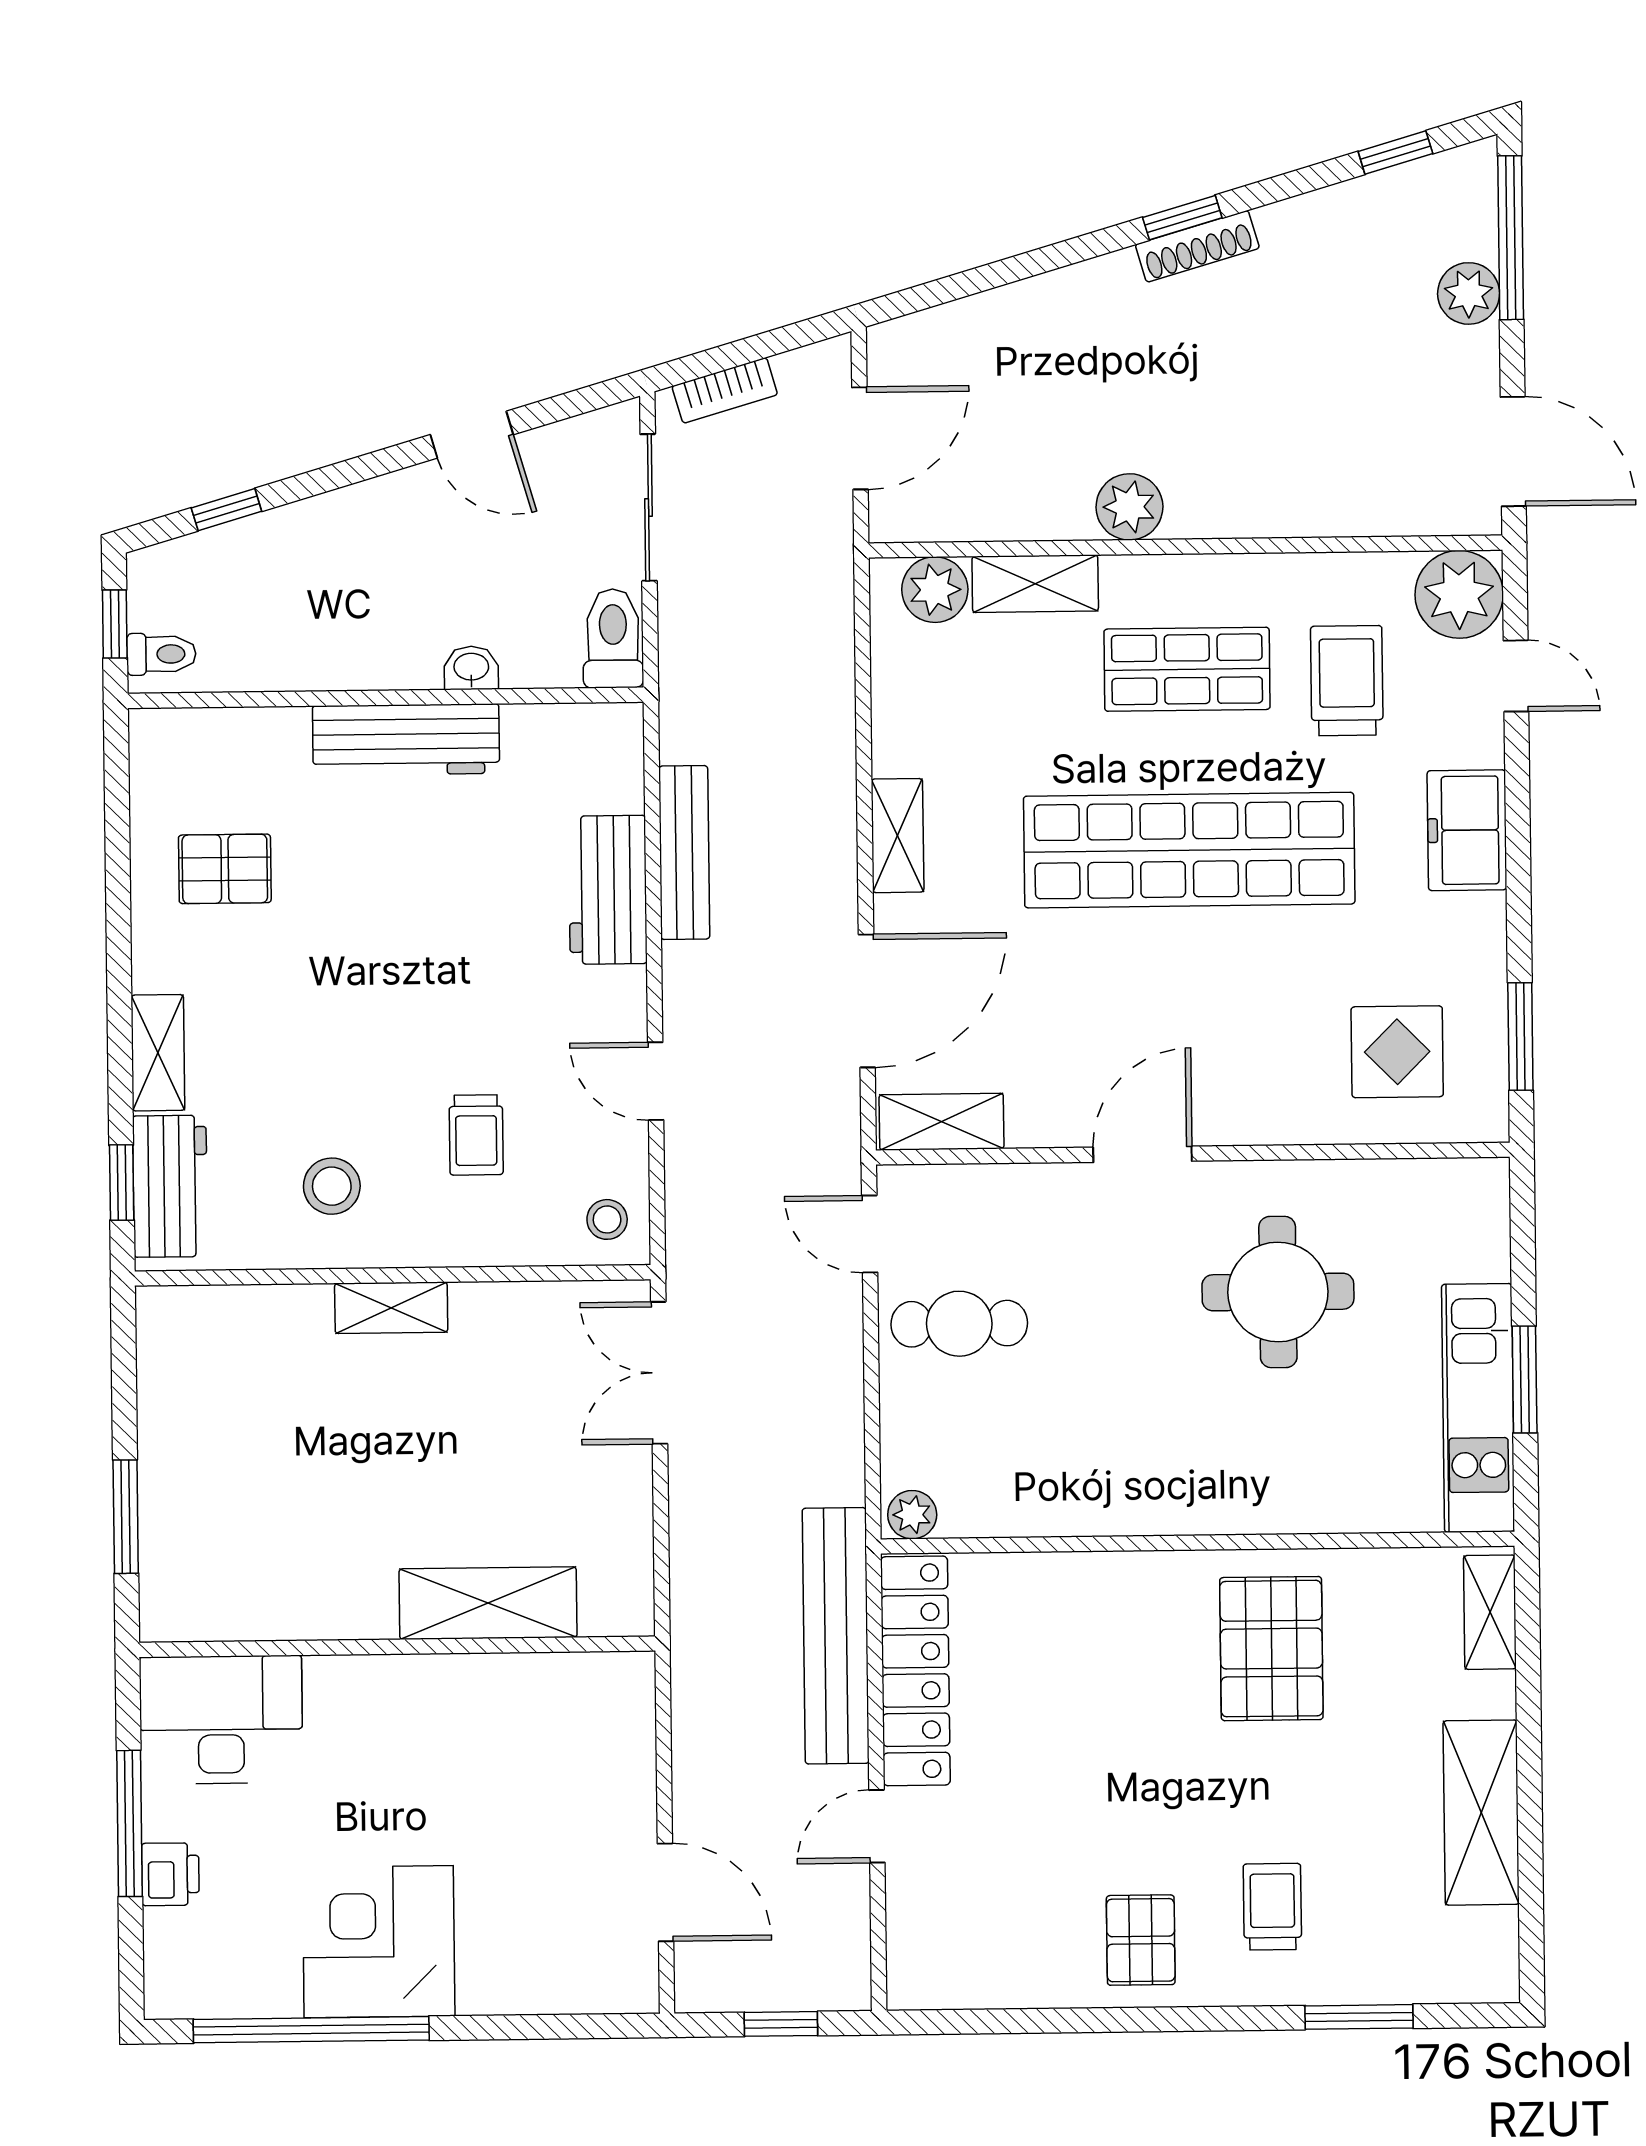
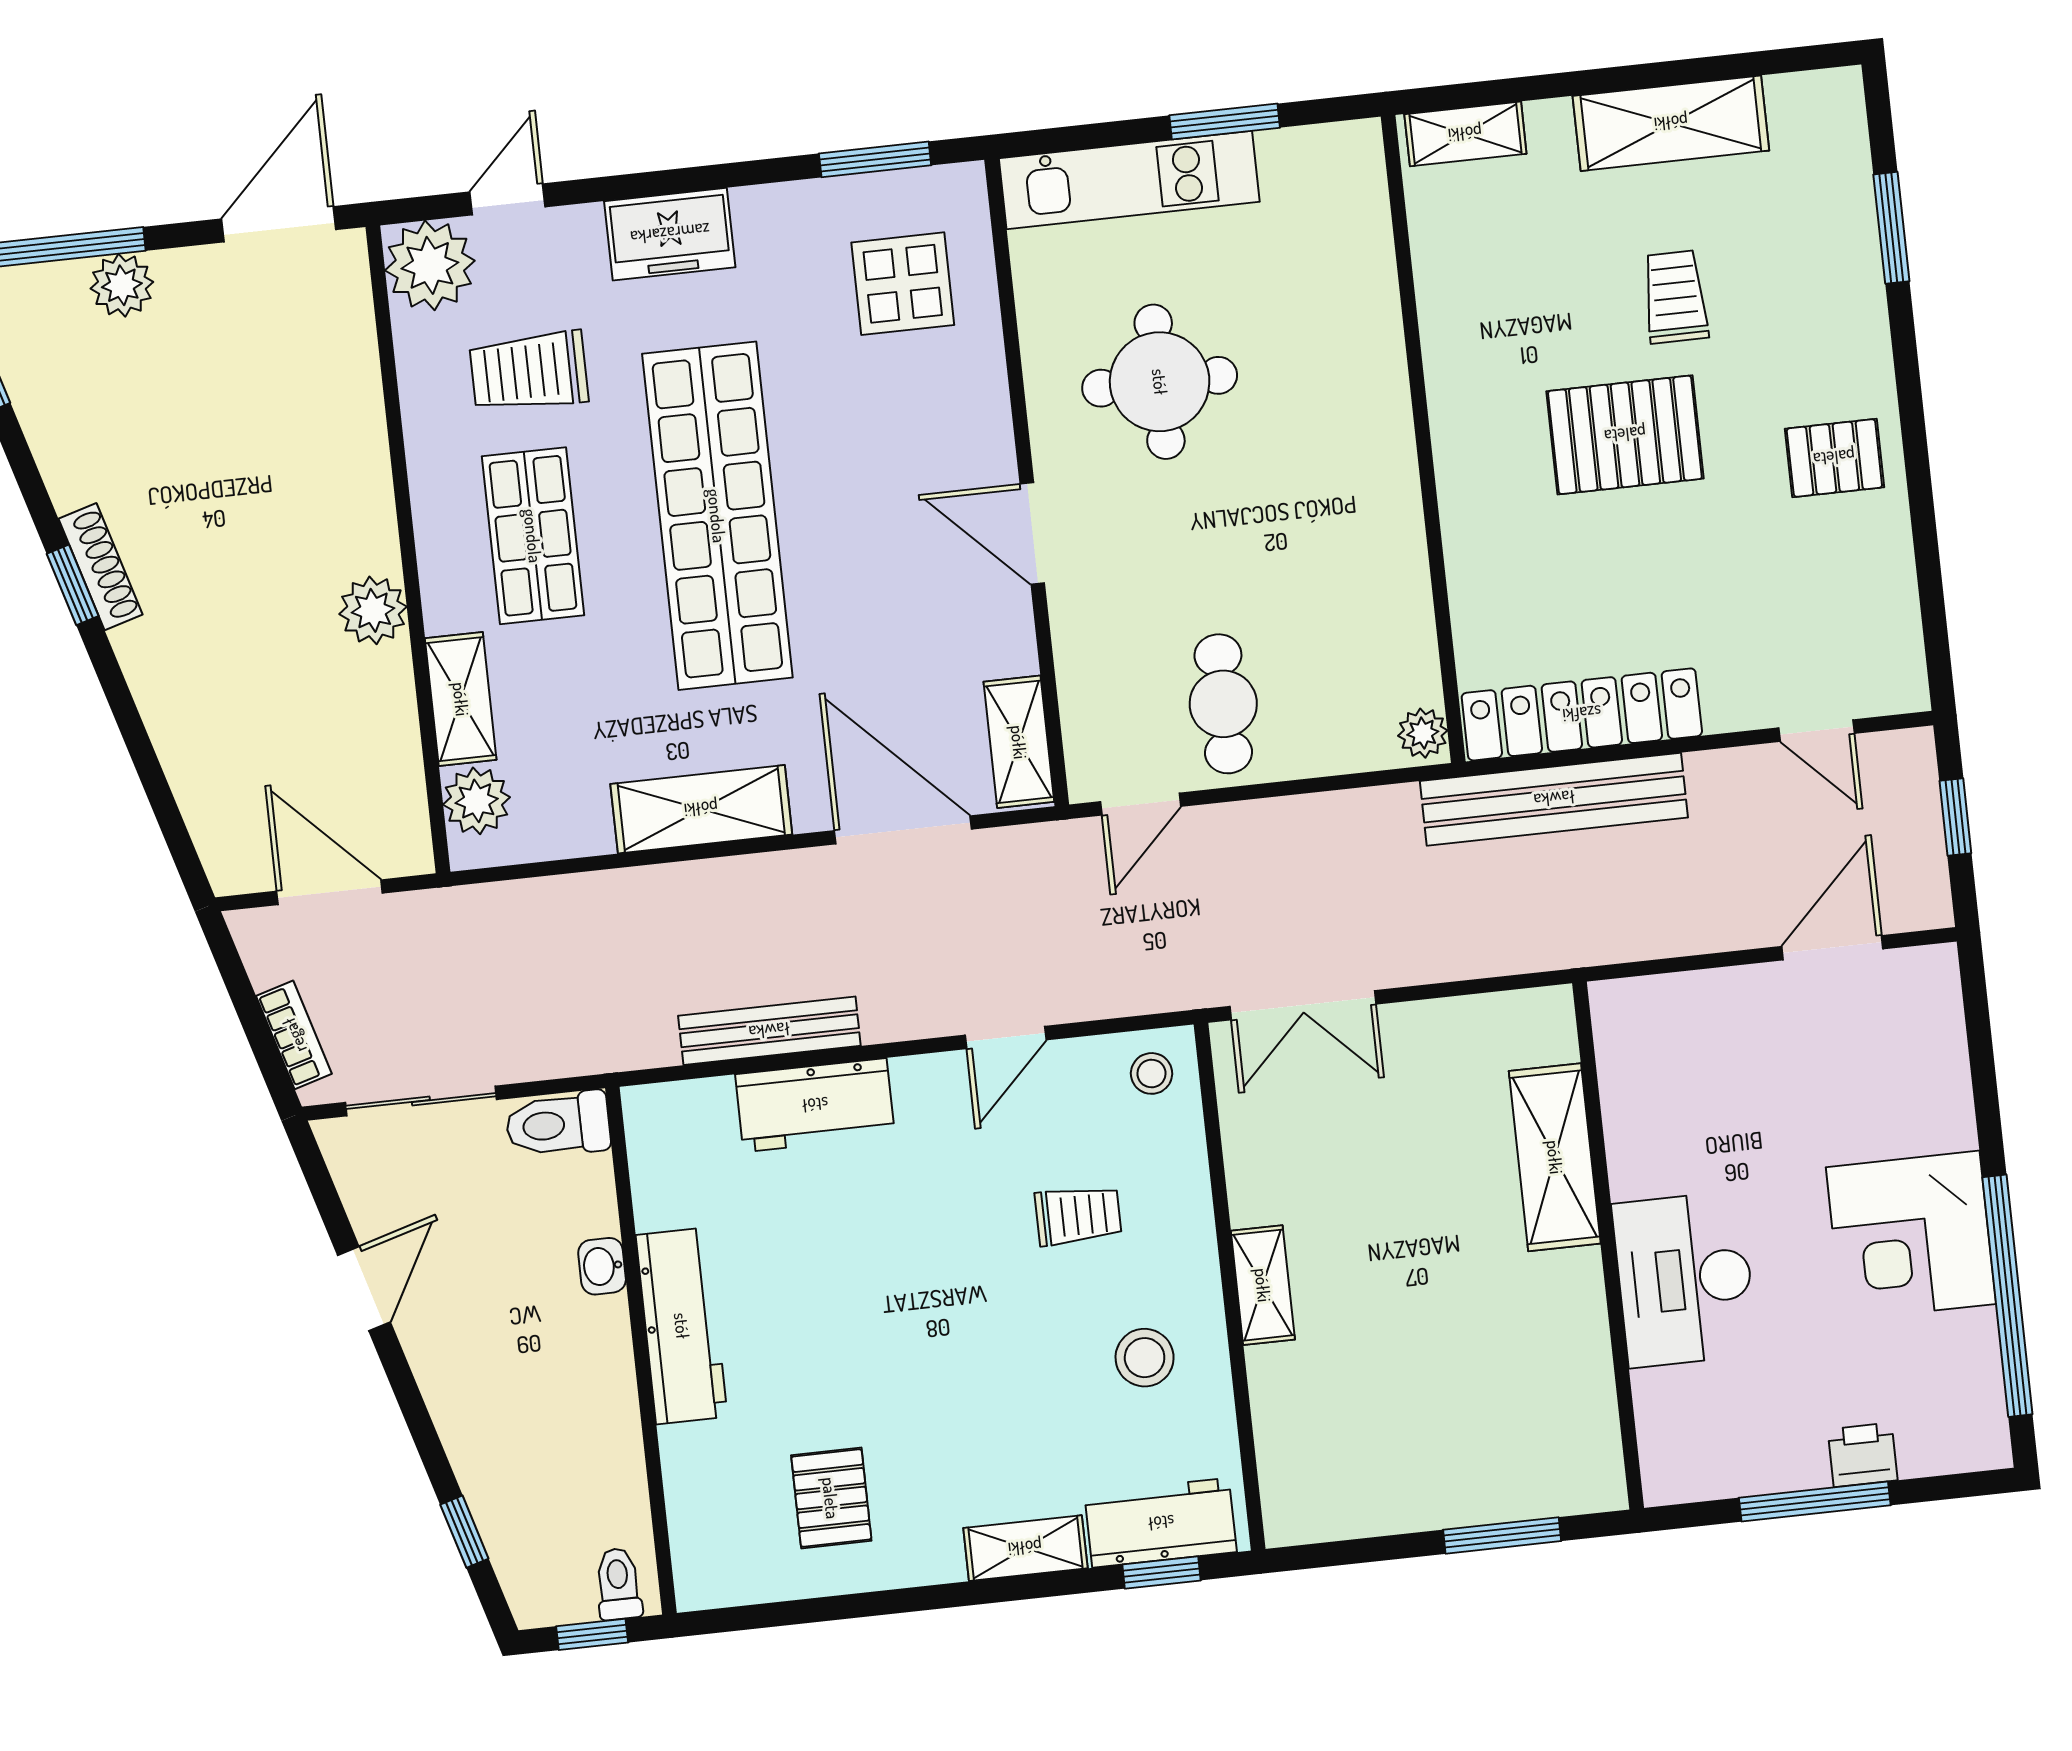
shelving: (897, 836) -> (701, 809), width x1.50, depth x1.33
kitchen unit: (1478, 1408) -> (1129, 180), moved
pallet: (1271, 1649) -> (1625, 435), moved
desk: (221, 1720) -> (1685, 1279), moved
door: (877, 1826) -> (1816, 731), moved
trolley: (1272, 1907) -> (1675, 297), moved, turned 90

